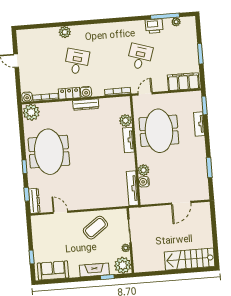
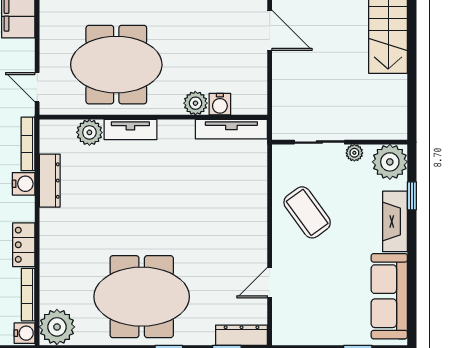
water cooler: (86, 92) -> (24, 184), moved
dresser: (86, 104) -> (50, 181), moved
sofa: (53, 270) -> (389, 296), width x1.36

